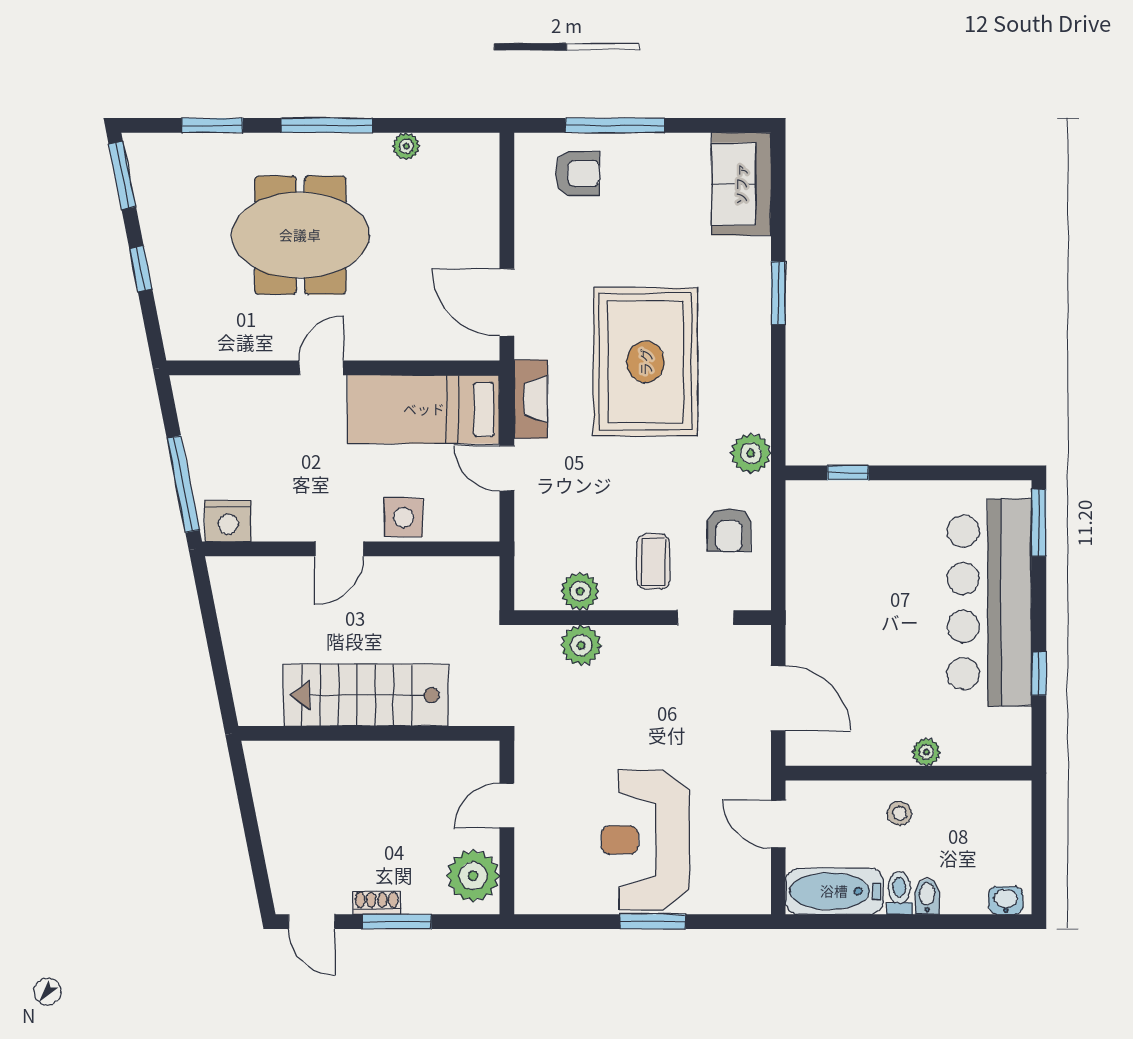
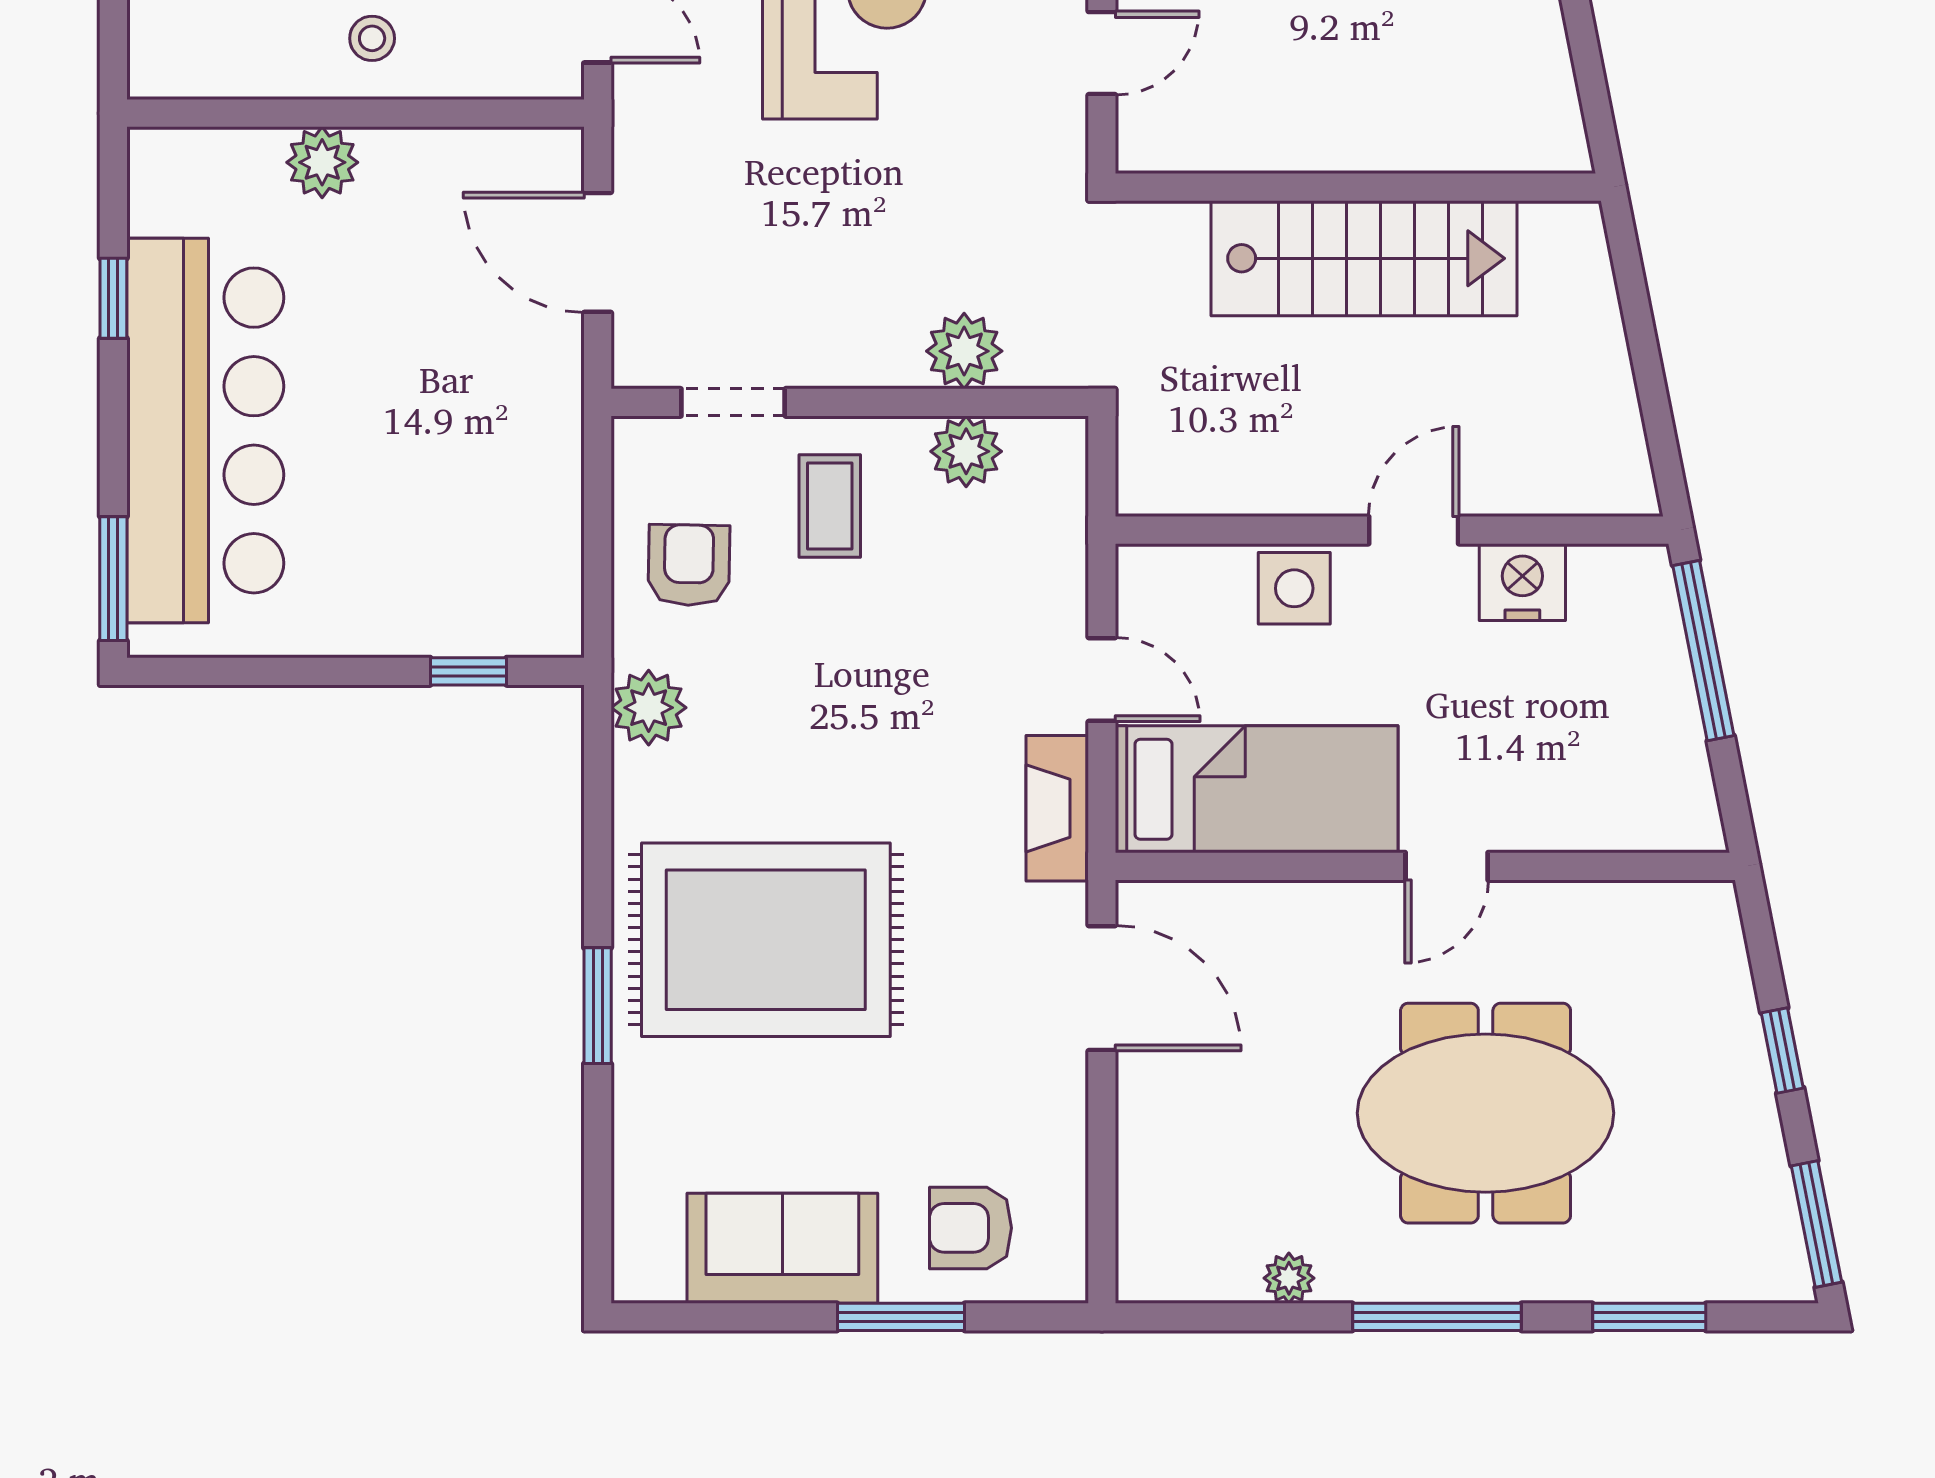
window: (615, 125) -> (901, 1317), width x0.69
sofa: (741, 184) -> (782, 1248), moved, turned -90
rug: (646, 362) -> (766, 940), moved, turned 90
nightstand: (228, 521) -> (1522, 582), moved
plant: (926, 752) -> (322, 162), width x1.38, depth x1.38

